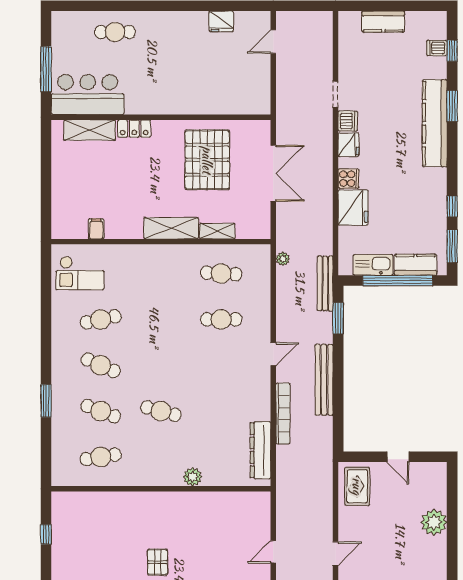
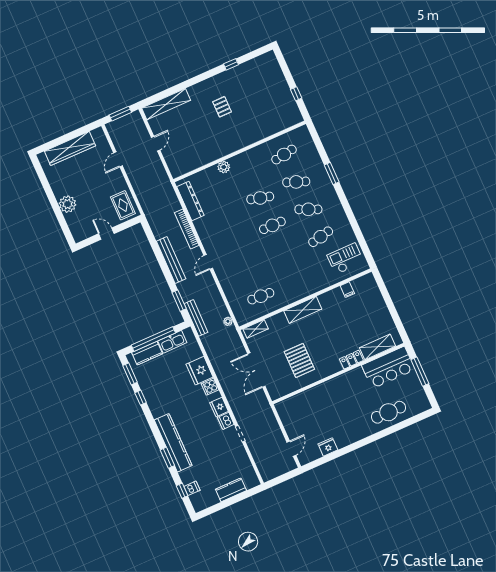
cafe table: (115, 32) -> (389, 412), width x1.37, depth x1.35
pallet: (207, 160) -> (299, 360), width x0.73, depth x0.71
shelving: (217, 231) -> (256, 329), moved
cafe table: (221, 319) -> (272, 225), moved

